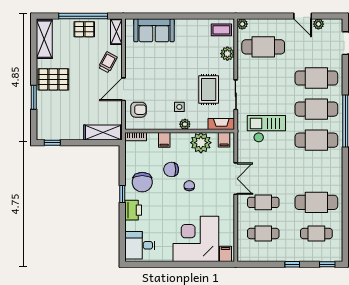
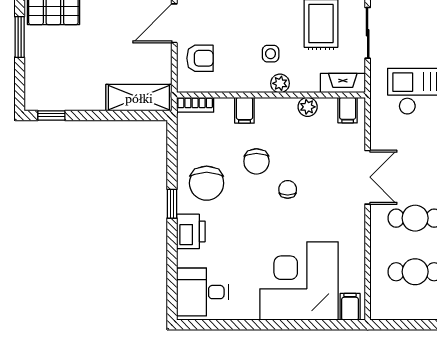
plant: (201, 143) -> (308, 107), width x0.53, depth x0.53
chair: (171, 169) -> (256, 161), turned -89

